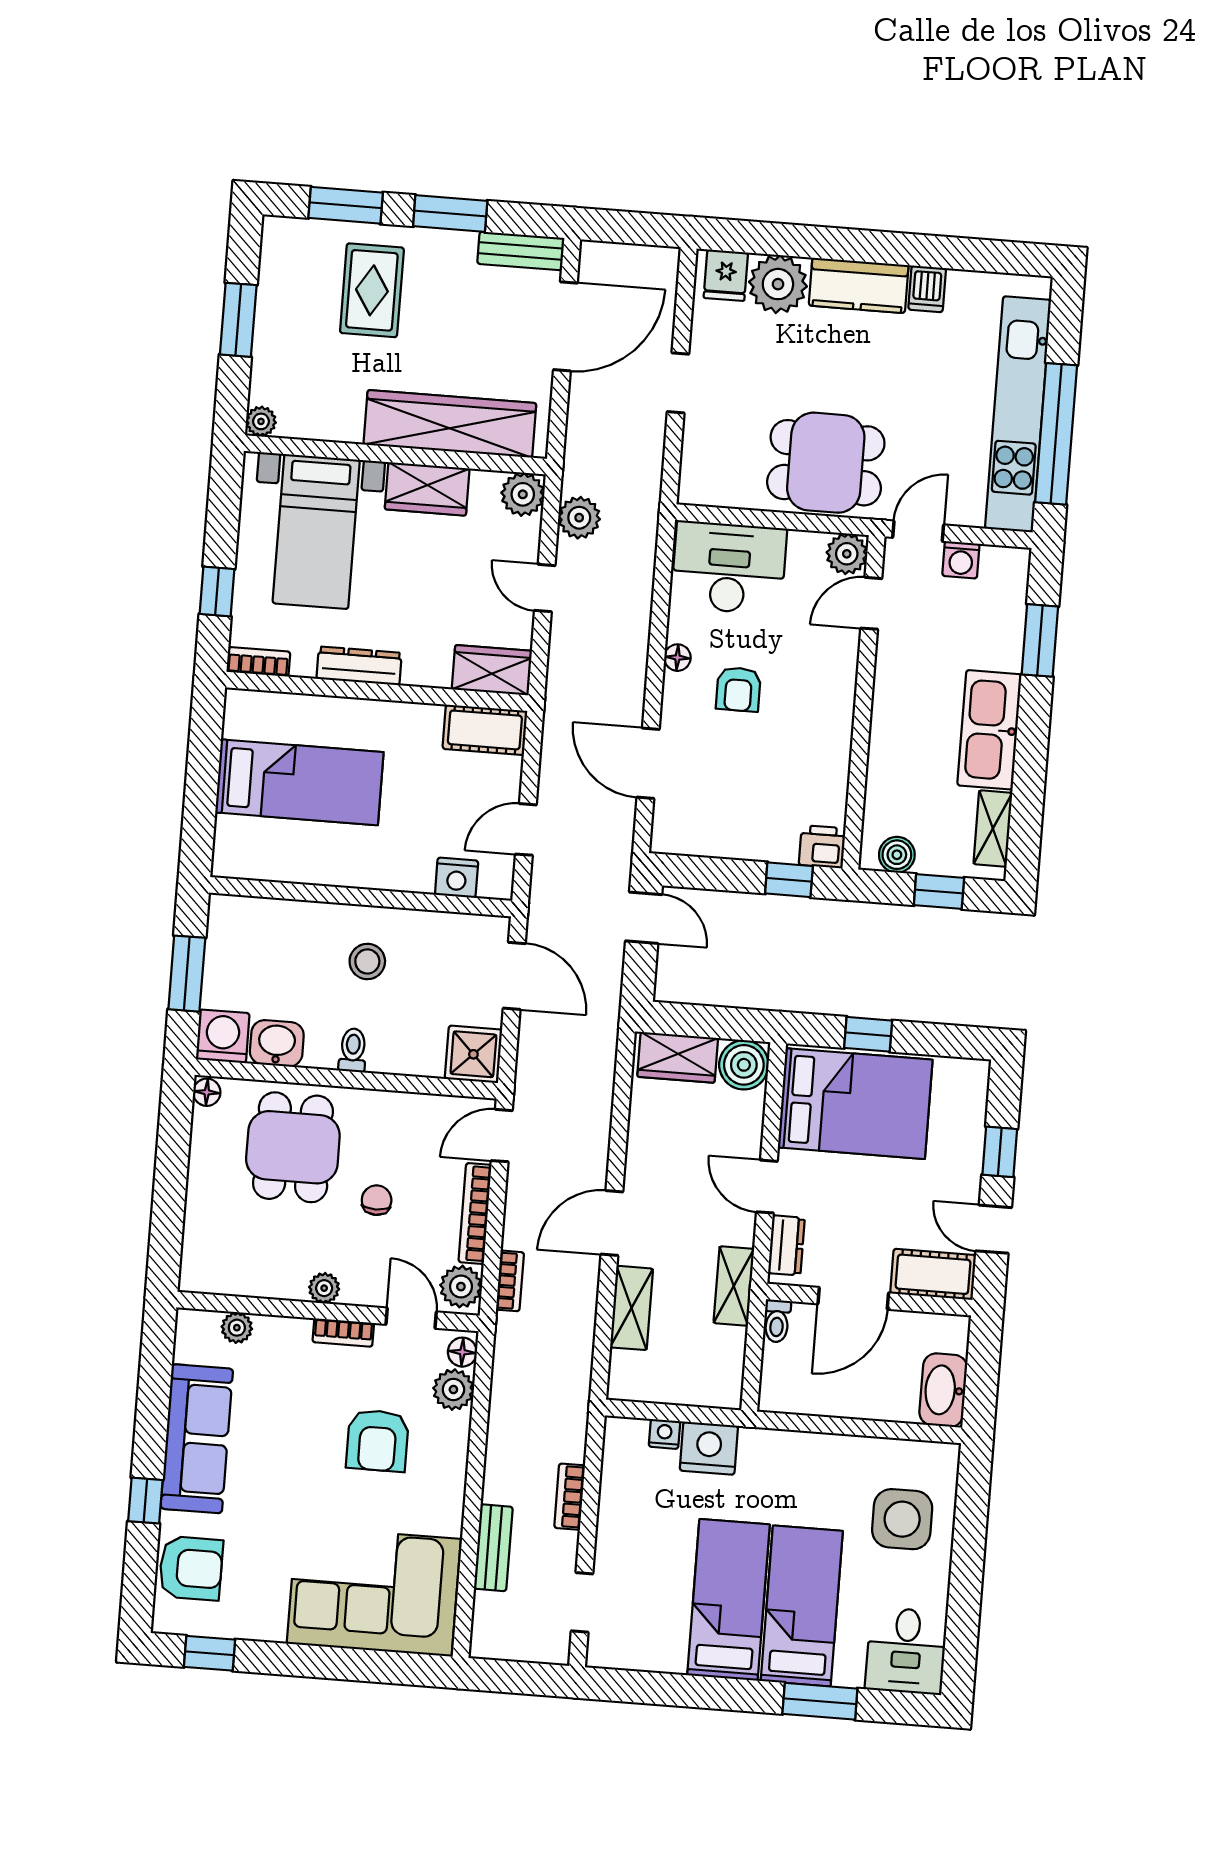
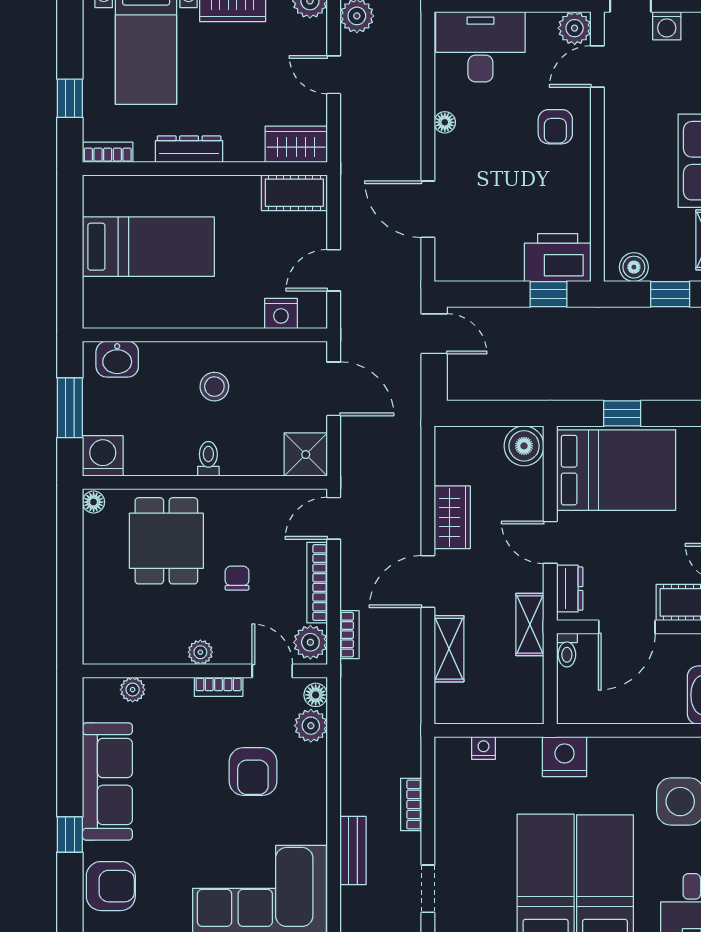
armchair: (738, 689) -> (555, 127), moved
printer: (822, 847) -> (558, 258), width x1.87, depth x1.48
washbasin: (277, 1043) -> (117, 359), moved, turned 180
wardrobe: (678, 1057) -> (452, 517), moved, turned -90
nightstand: (709, 1448) -> (565, 757), moved

